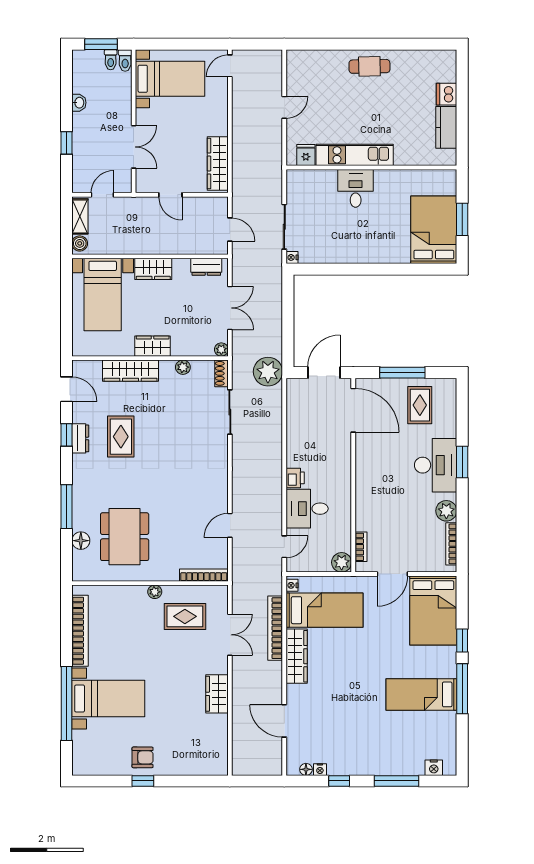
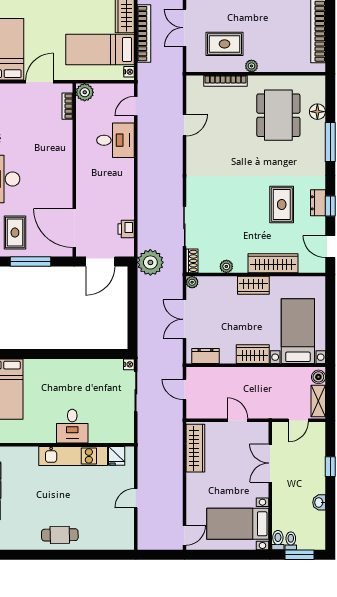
printer: (295, 478) -> (126, 229), moved
bookcase: (204, 575) -> (225, 81), moved

